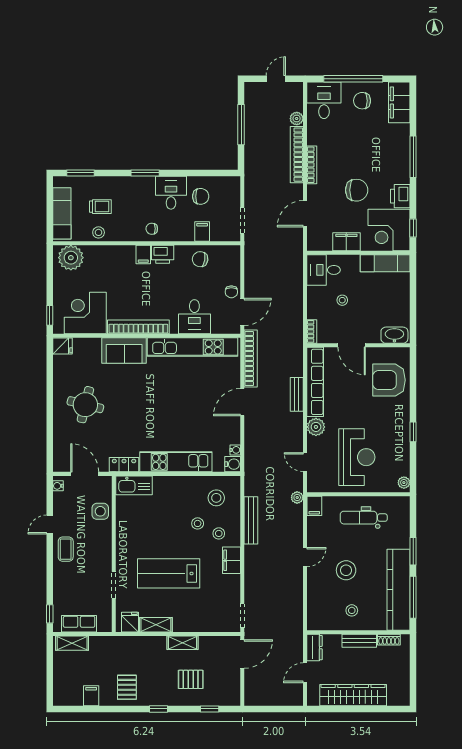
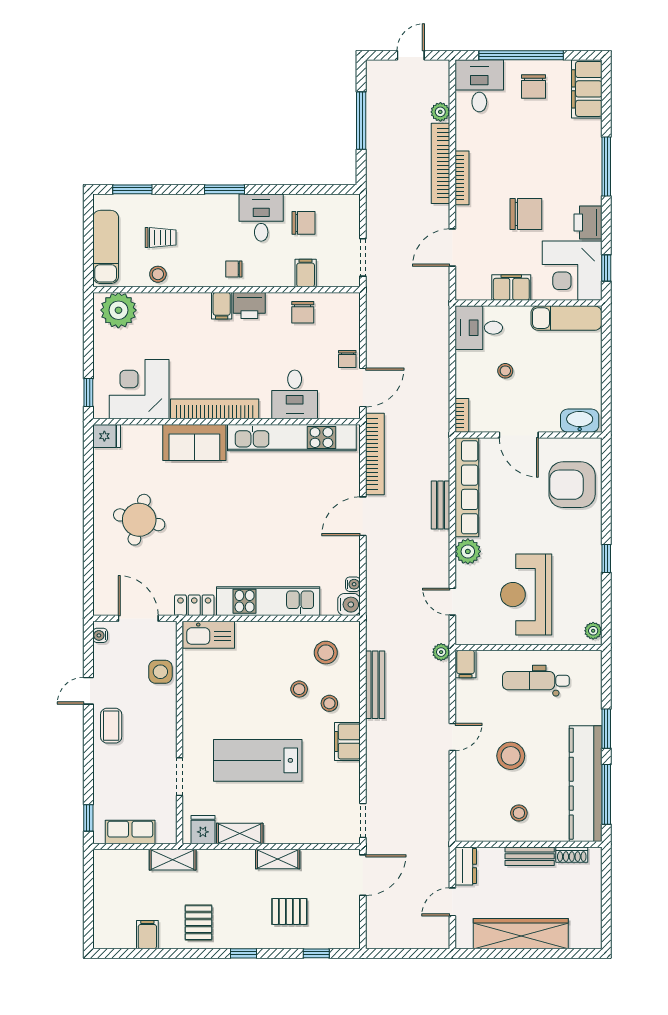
chair: (362, 101) -> (534, 86), turned -90
chair: (200, 259) -> (303, 312), turned -99
reception desk: (357, 457) -> (526, 595), turned 180
shelving: (72, 643) -> (173, 860), moved

